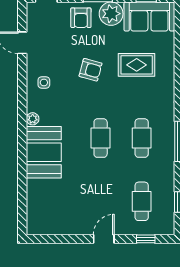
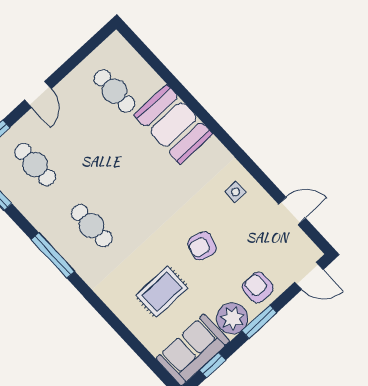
plant: (33, 119) -> (214, 147), removed
cafe table: (101, 138) -> (114, 91), moved

